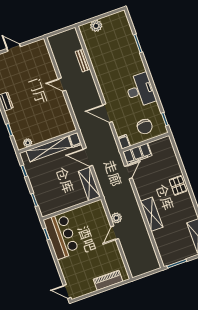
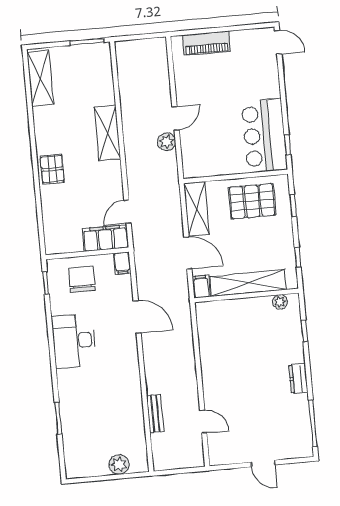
door: (62, 85) -> (203, 422), moved
pallet: (59, 196) -> (252, 201), added

